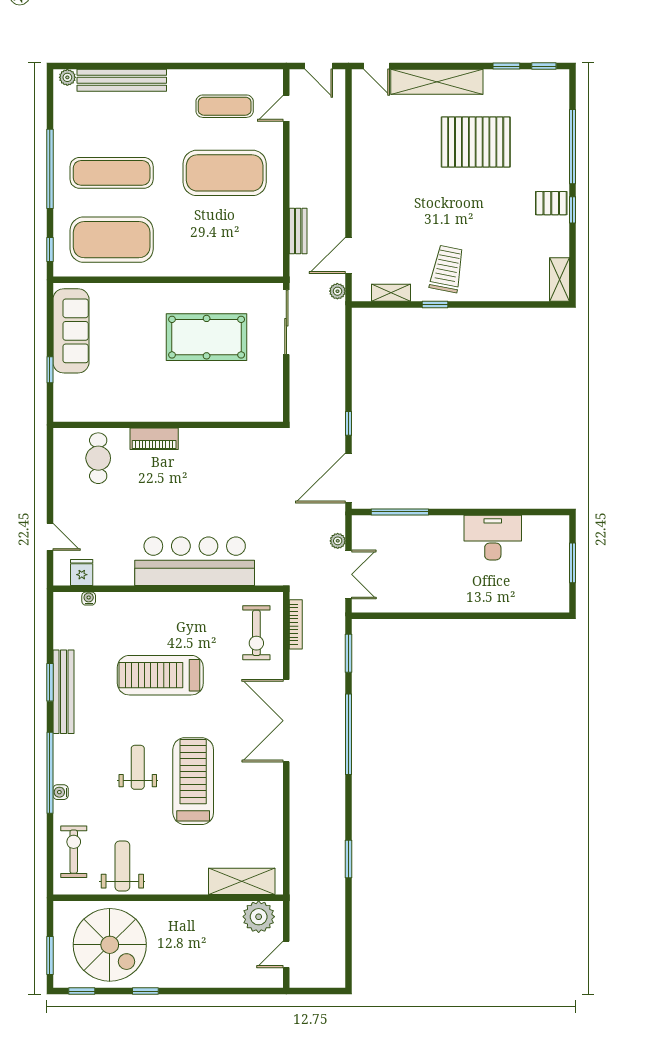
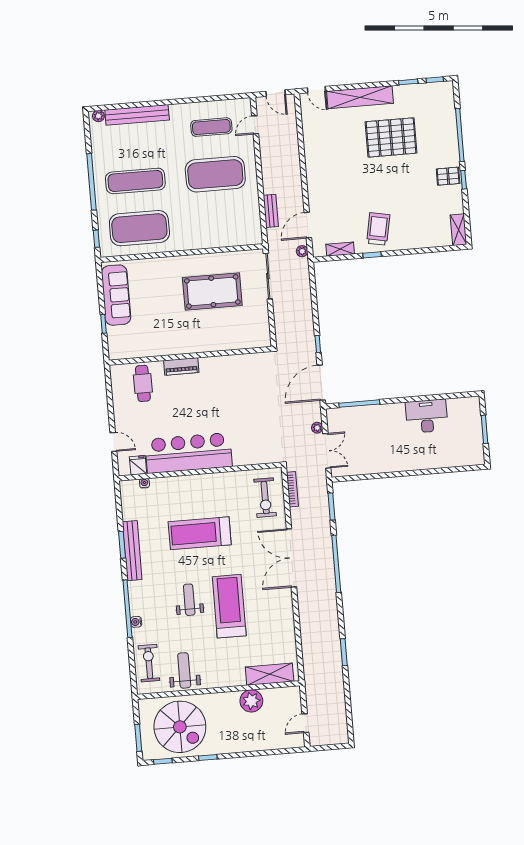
bar counter: (195, 561) -> (189, 453), moved
plant: (259, 917) -> (251, 701), moved

